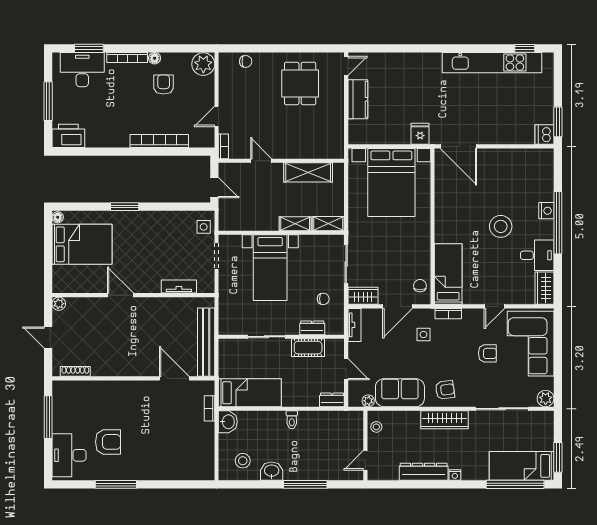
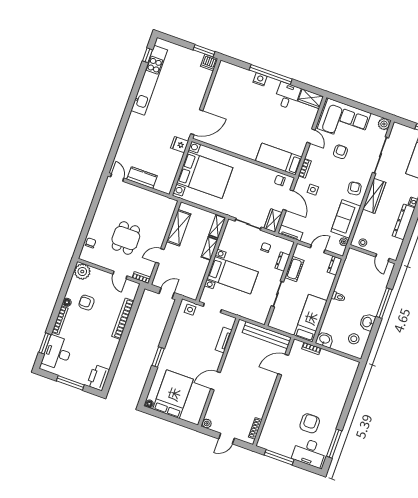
dining table: (300, 83) -> (126, 238), moved, turned 90
stool: (501, 226) -> (260, 113), removed
window: (116, 484) -> (334, 444), moved

